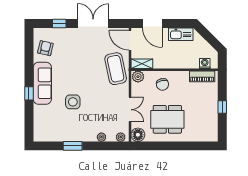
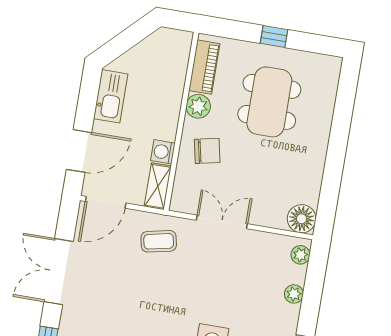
washing machine: (205, 63) -> (163, 152), moved
coffee table: (116, 69) -> (159, 241), width x0.54, depth x0.58
plant: (138, 77) -> (198, 106), moved
double door: (130, 110) -> (222, 222), moved
dining table: (167, 119) -> (269, 102), moved

